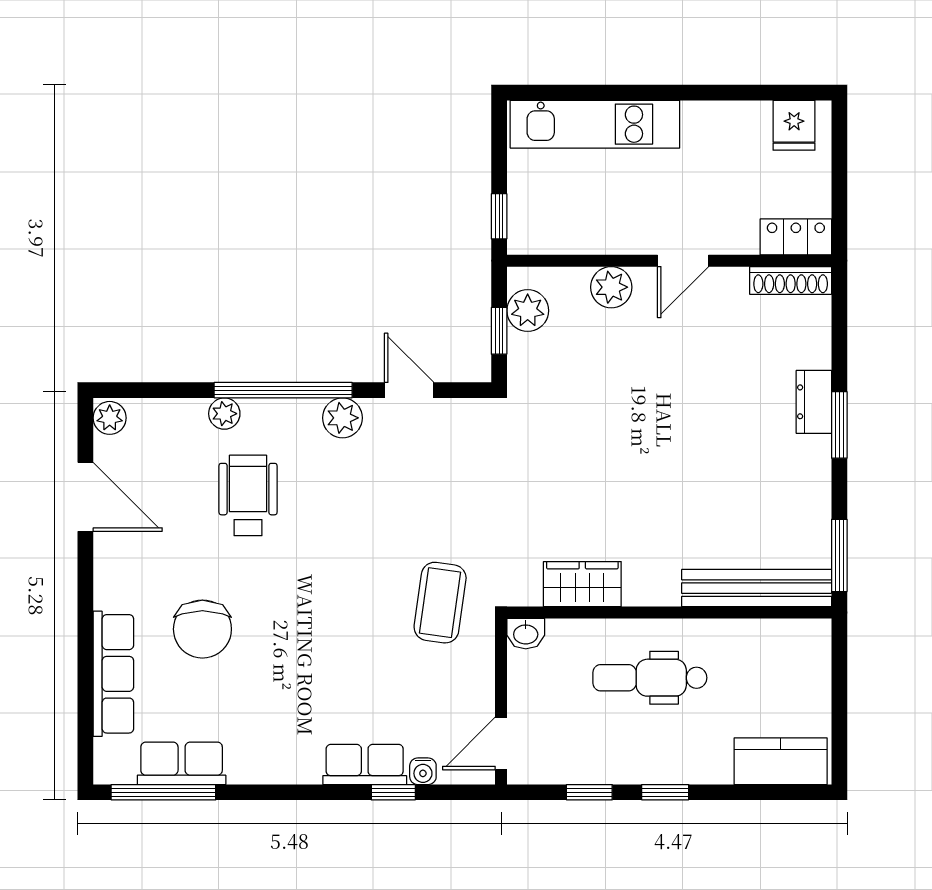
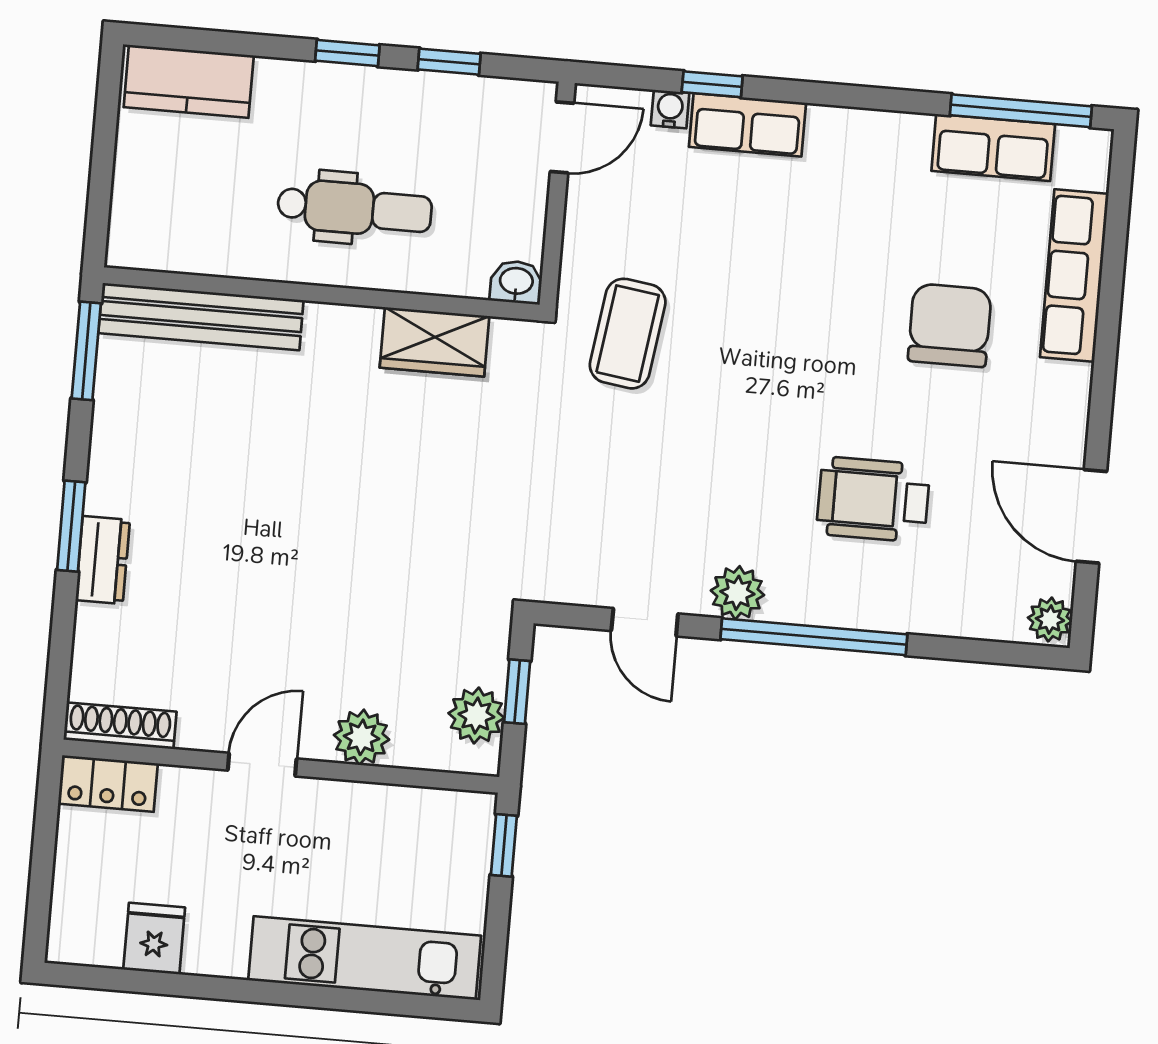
fridge: (794, 125) -> (154, 939), moved
plant: (224, 414) -> (895, 612), removed
wheelchair: (248, 495) -> (873, 499), turned 90

